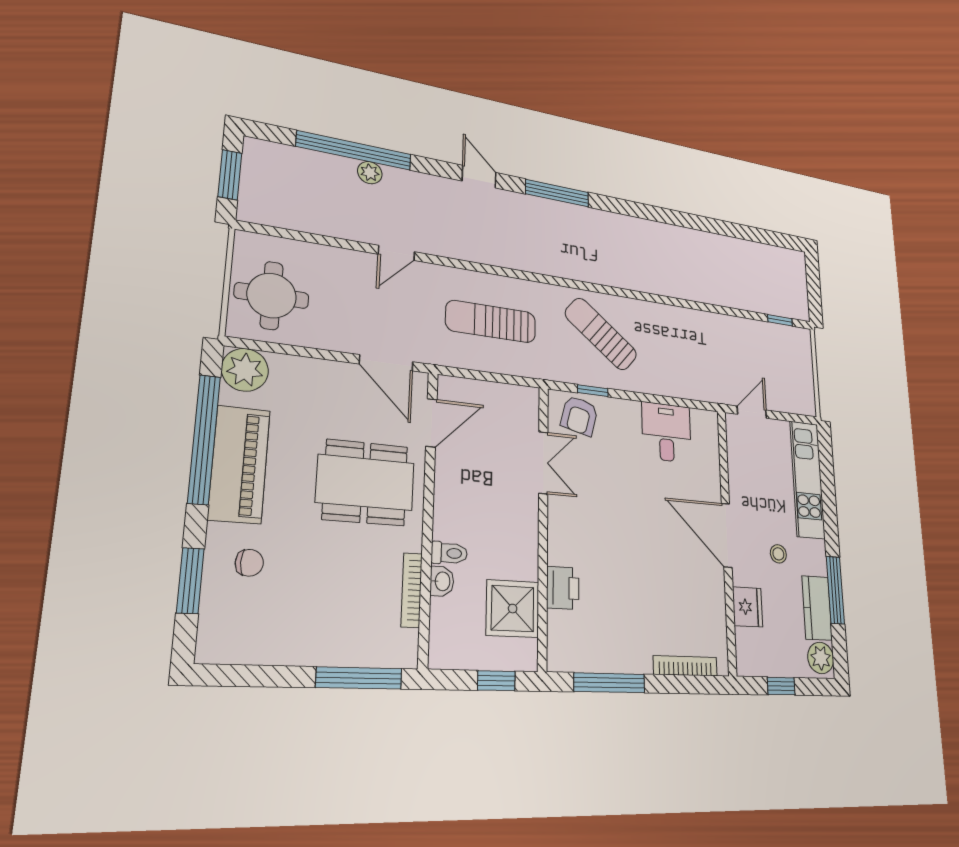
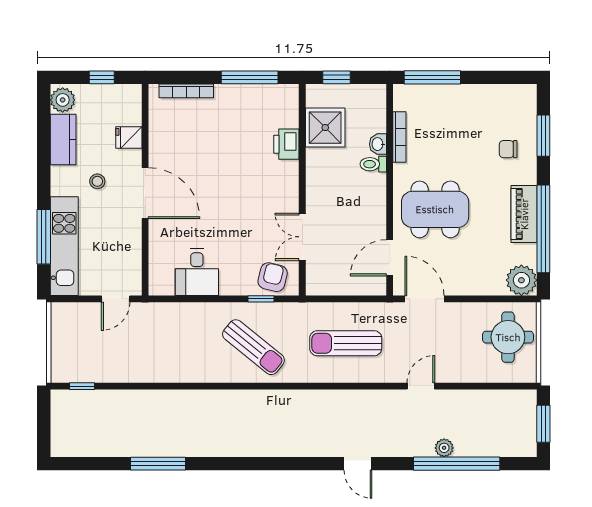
window: (557, 193) -> (158, 464), moved
sun lounger: (491, 322) -> (346, 343), turned 180
piano: (239, 464) -> (524, 214), width x0.73, depth x0.75
window: (835, 590) -> (44, 237), moved
fridge: (748, 607) -> (129, 137), width x0.72

